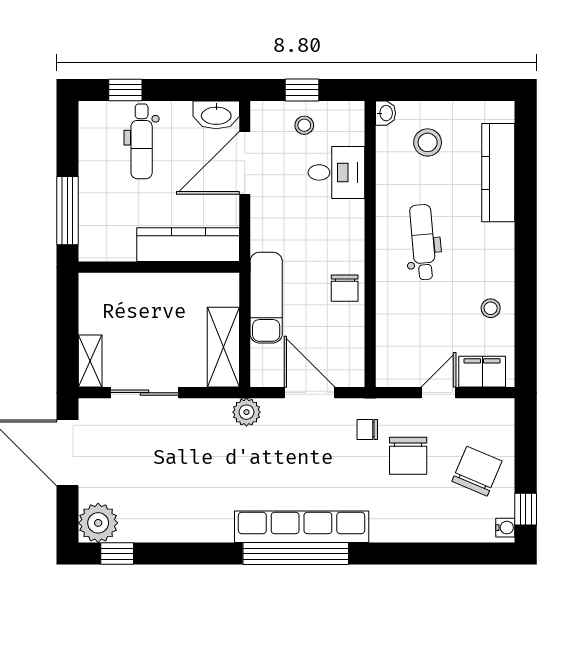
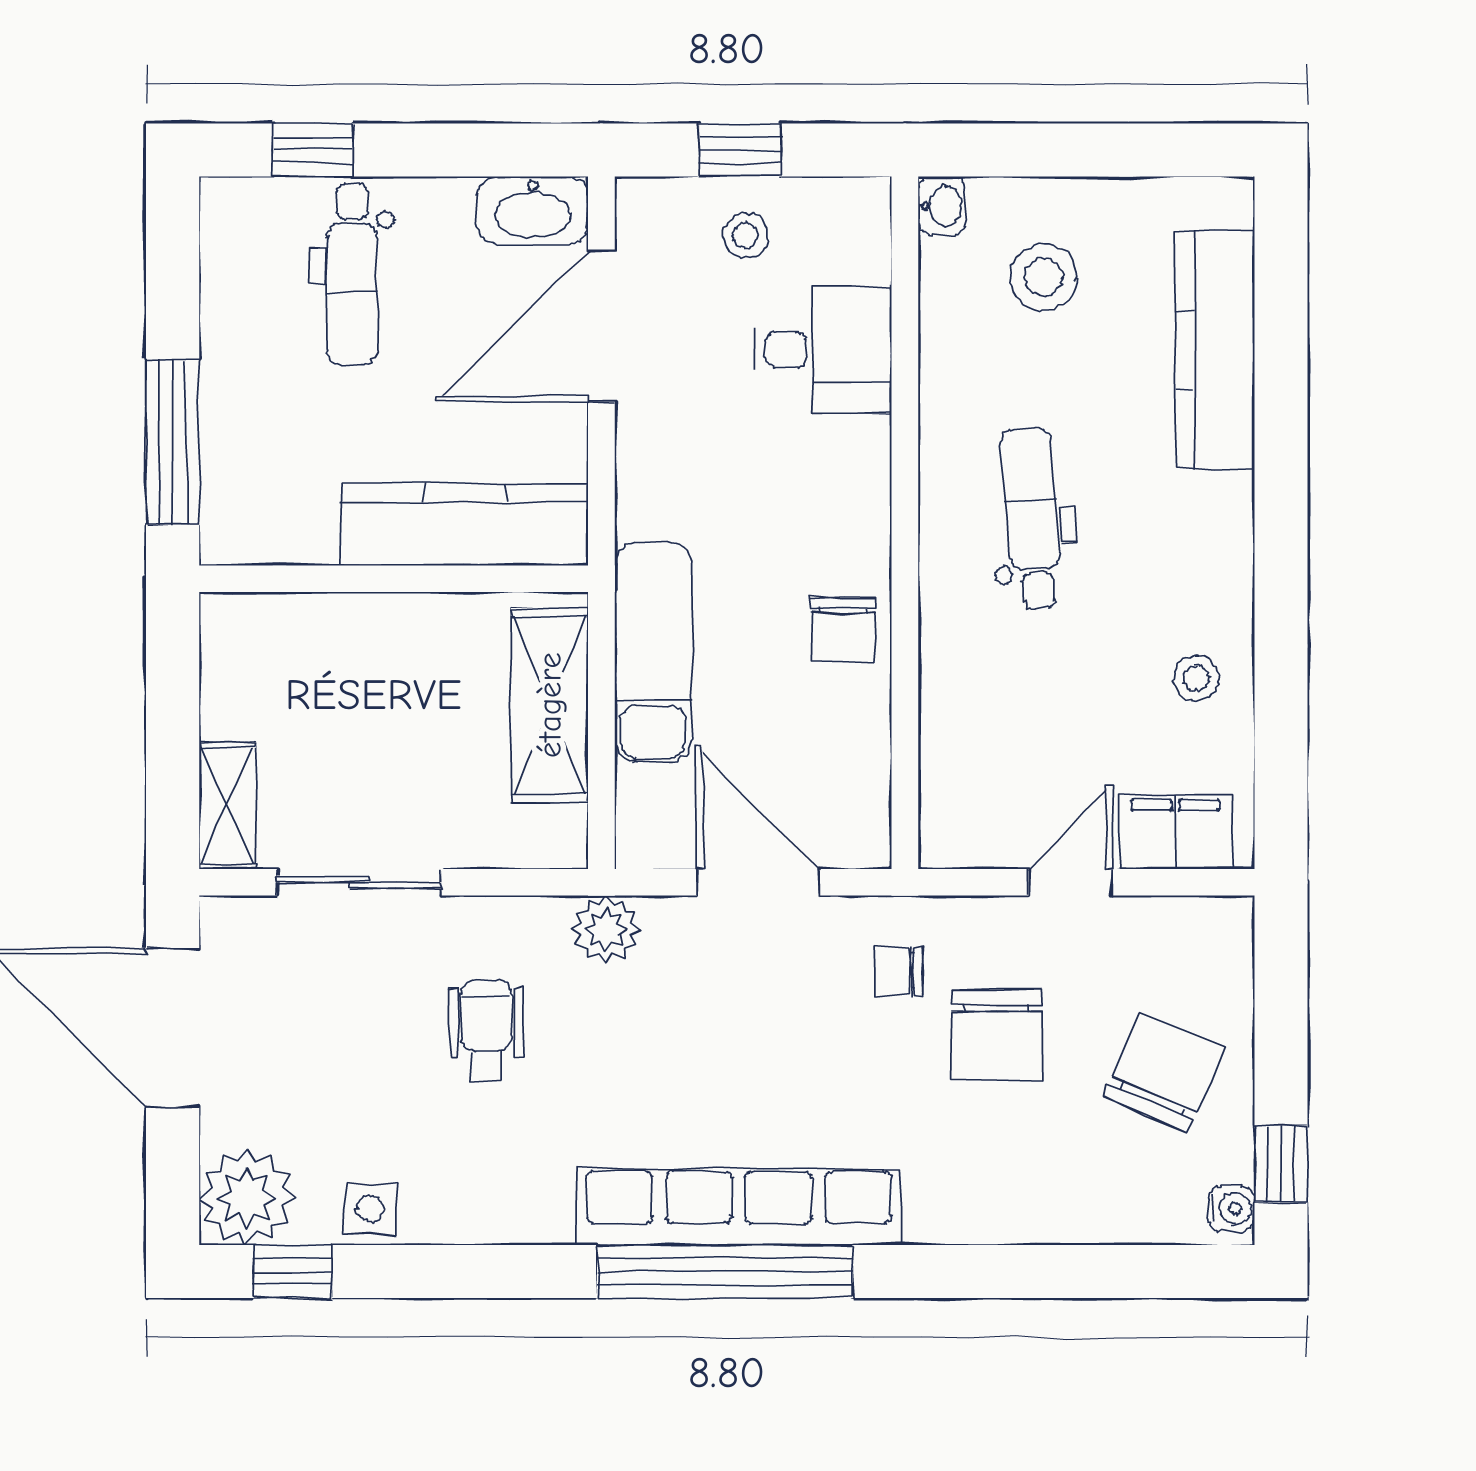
shelving: (223, 347) -> (550, 705), moved
wheelchair: (197, 454) -> (486, 1031), added
side table: (149, 528) -> (370, 1208), added

